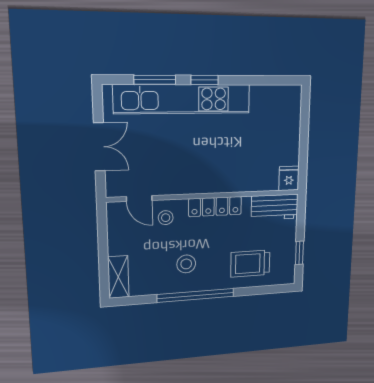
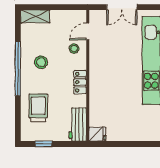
locker: (215, 207) -> (80, 82), width x0.66

